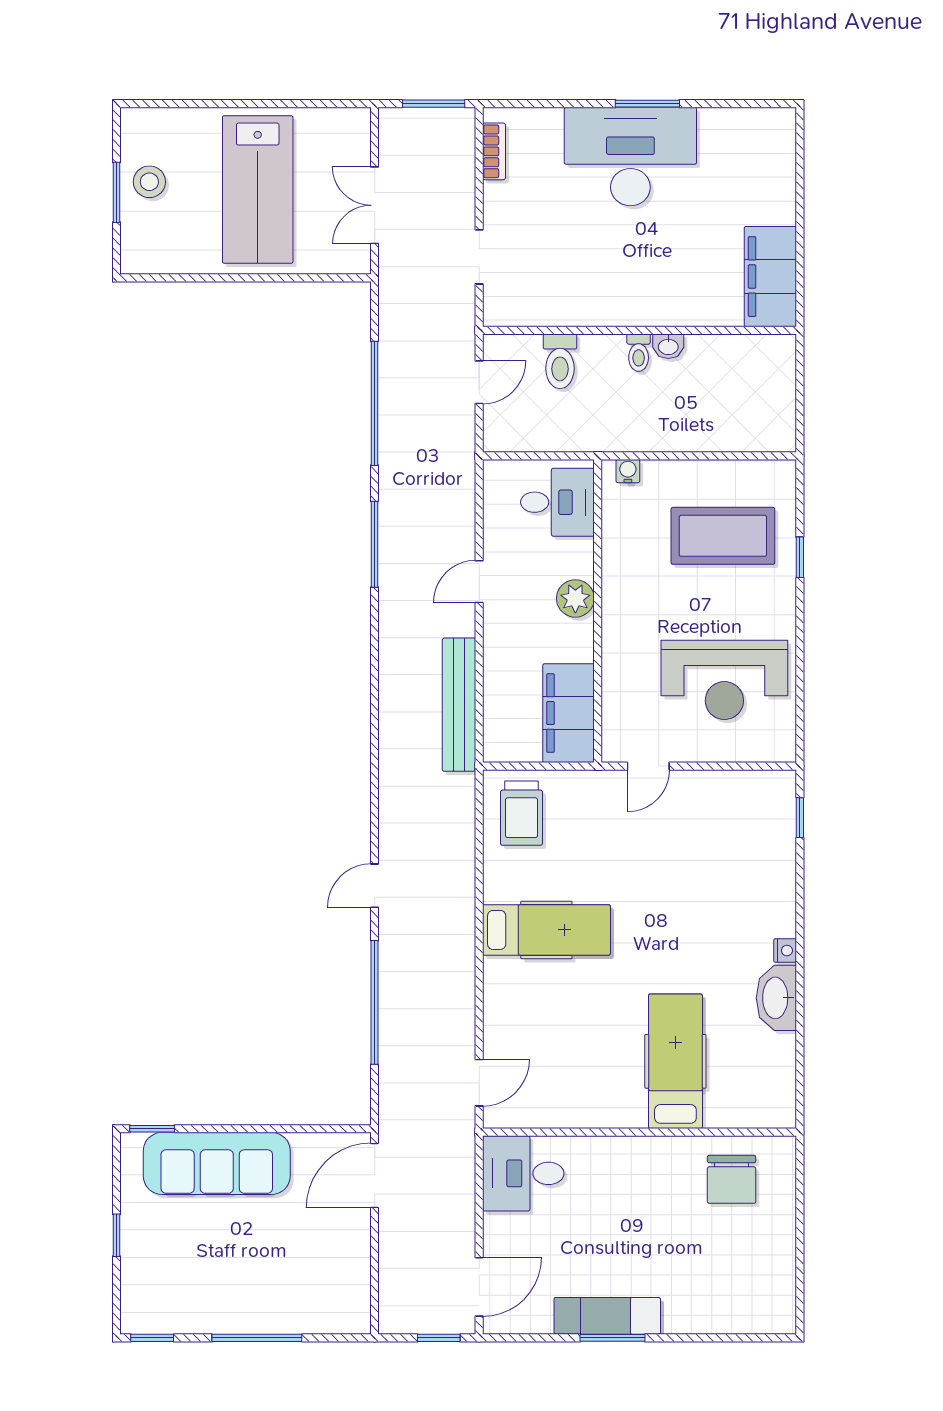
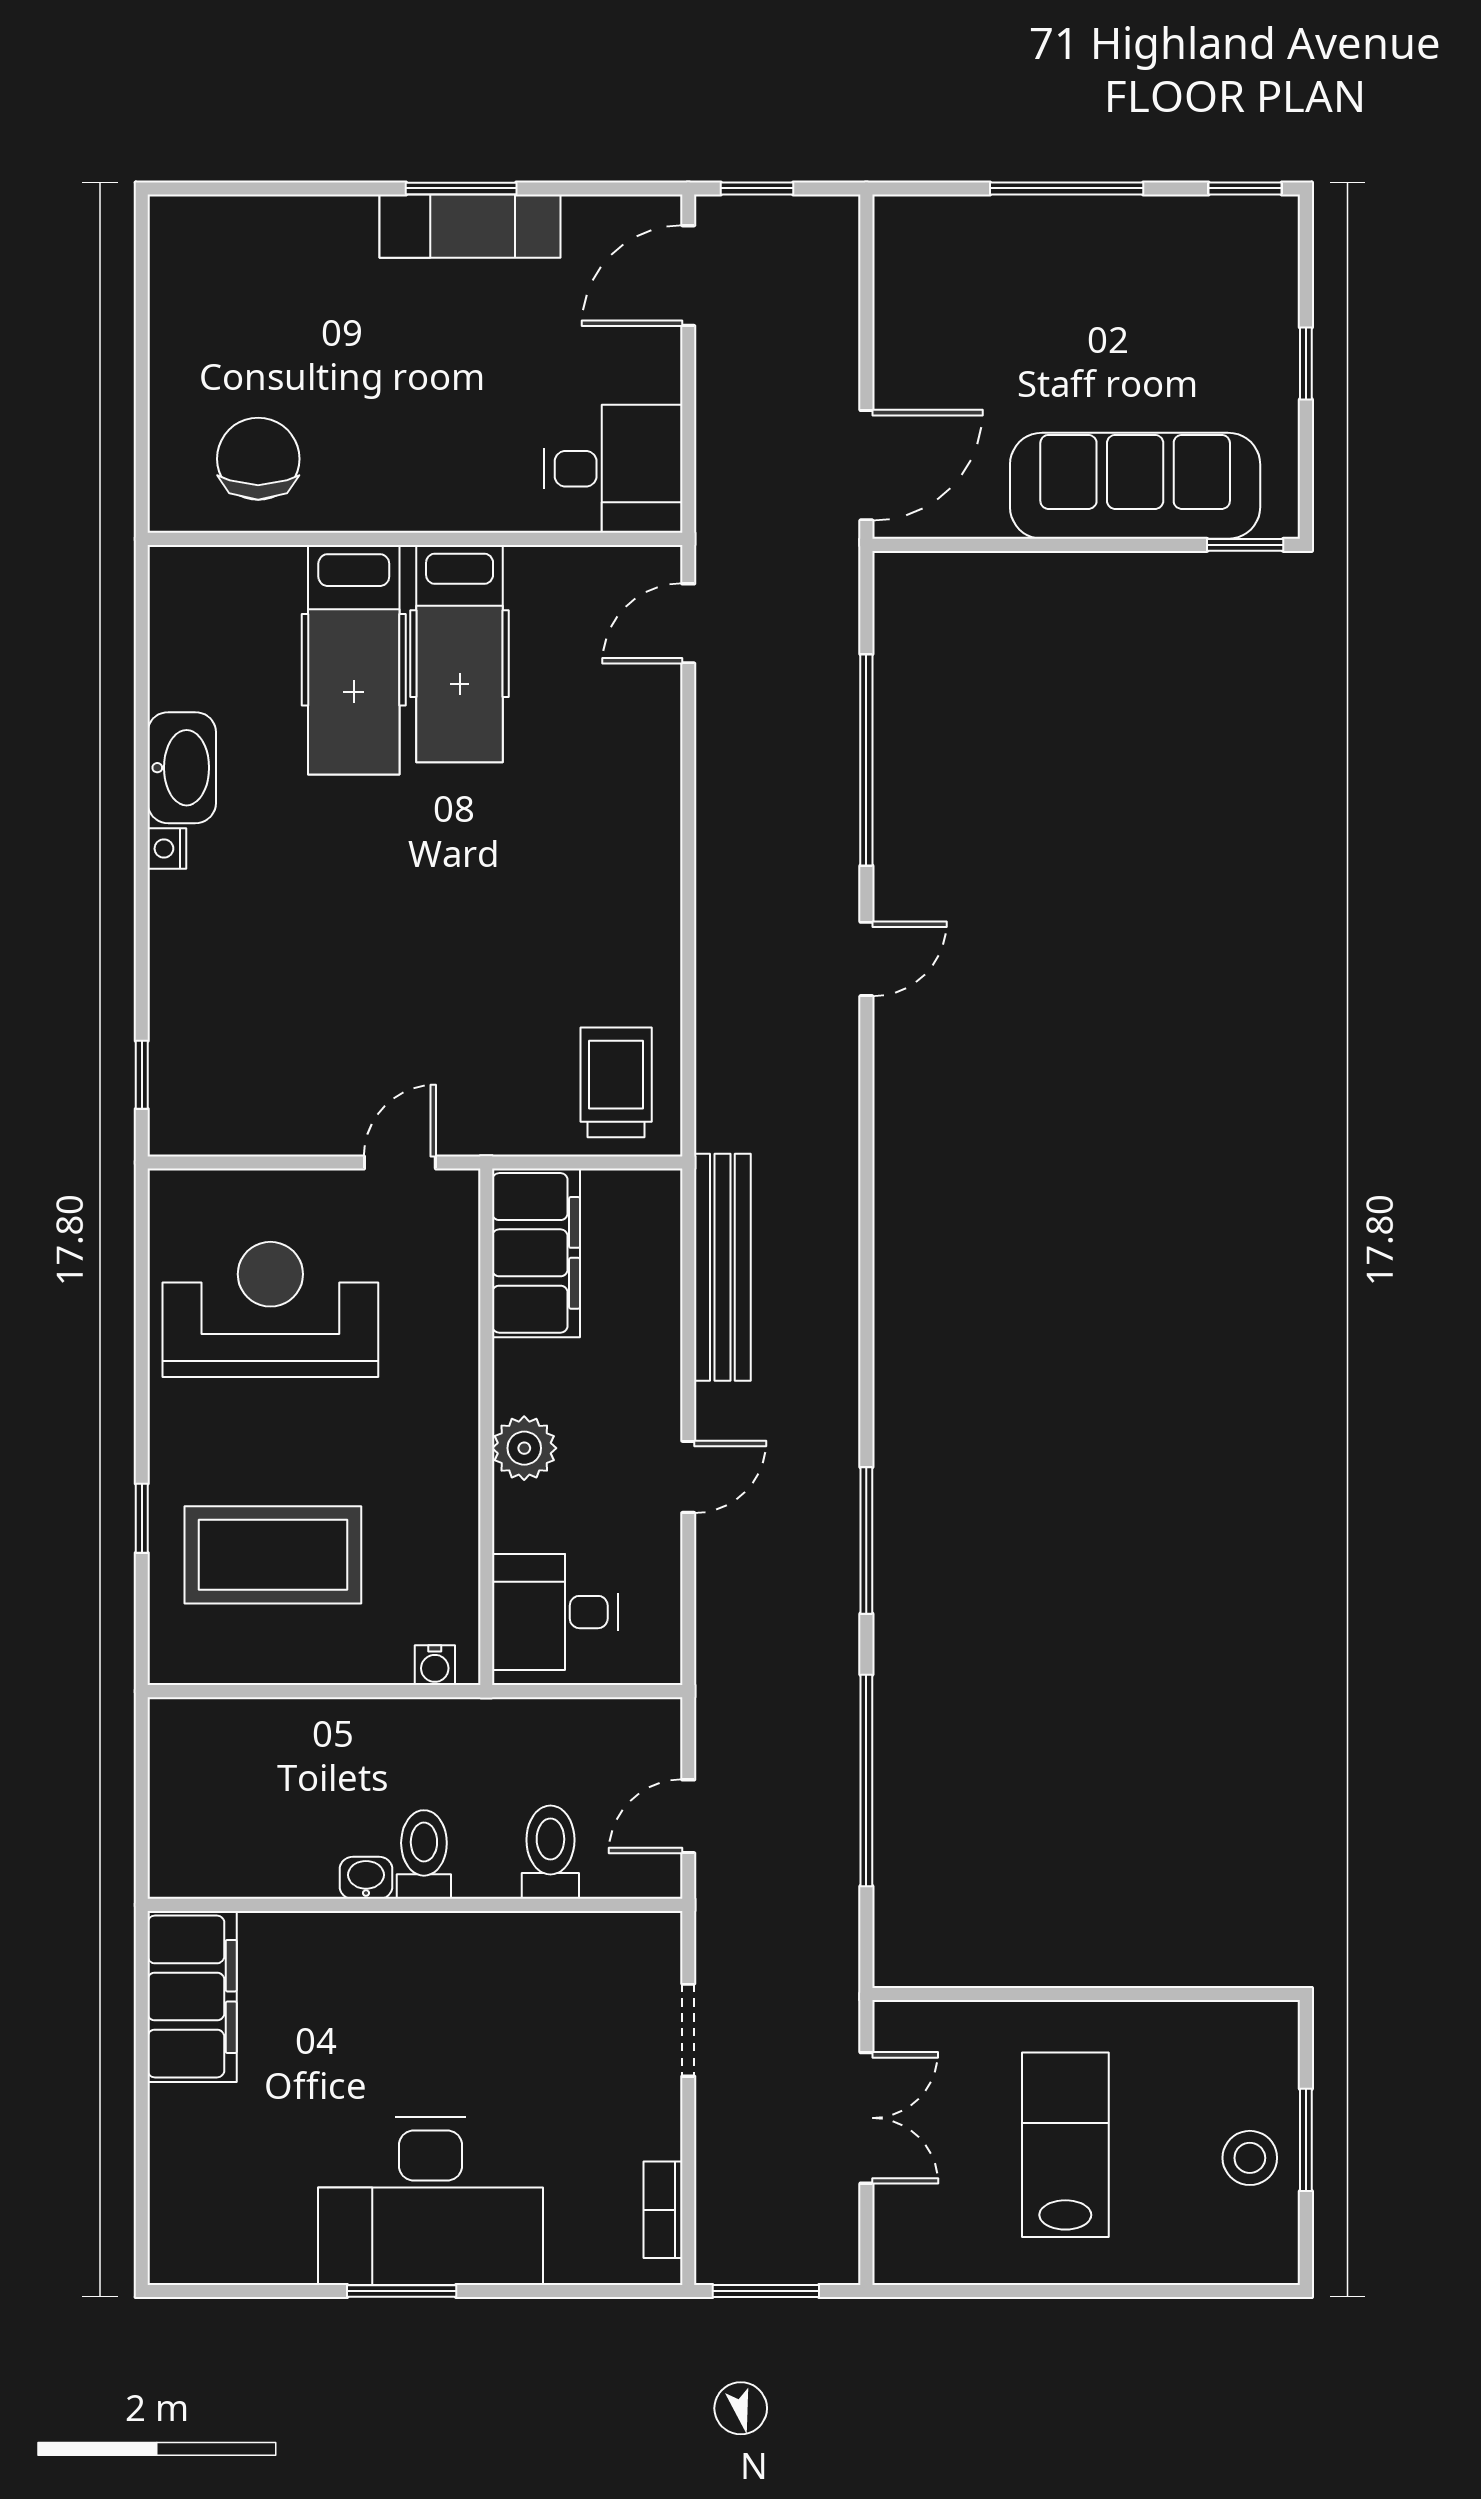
lab bench: (258, 189) -> (1065, 2145), width x0.73, depth x0.72
toilet: (639, 353) -> (424, 1854), width x1.37, depth x1.39
hospital bed: (546, 930) -> (460, 654), moved, turned -90

